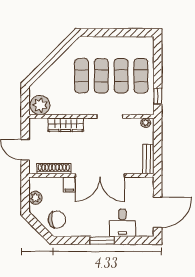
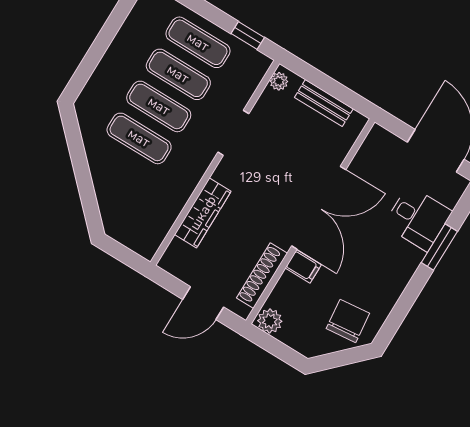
plant: (40, 105) -> (146, 235), removed
bench: (148, 159) -> (324, 103), moved
plant: (36, 198) -> (270, 321), moved
window: (102, 240) -> (439, 247), moved

